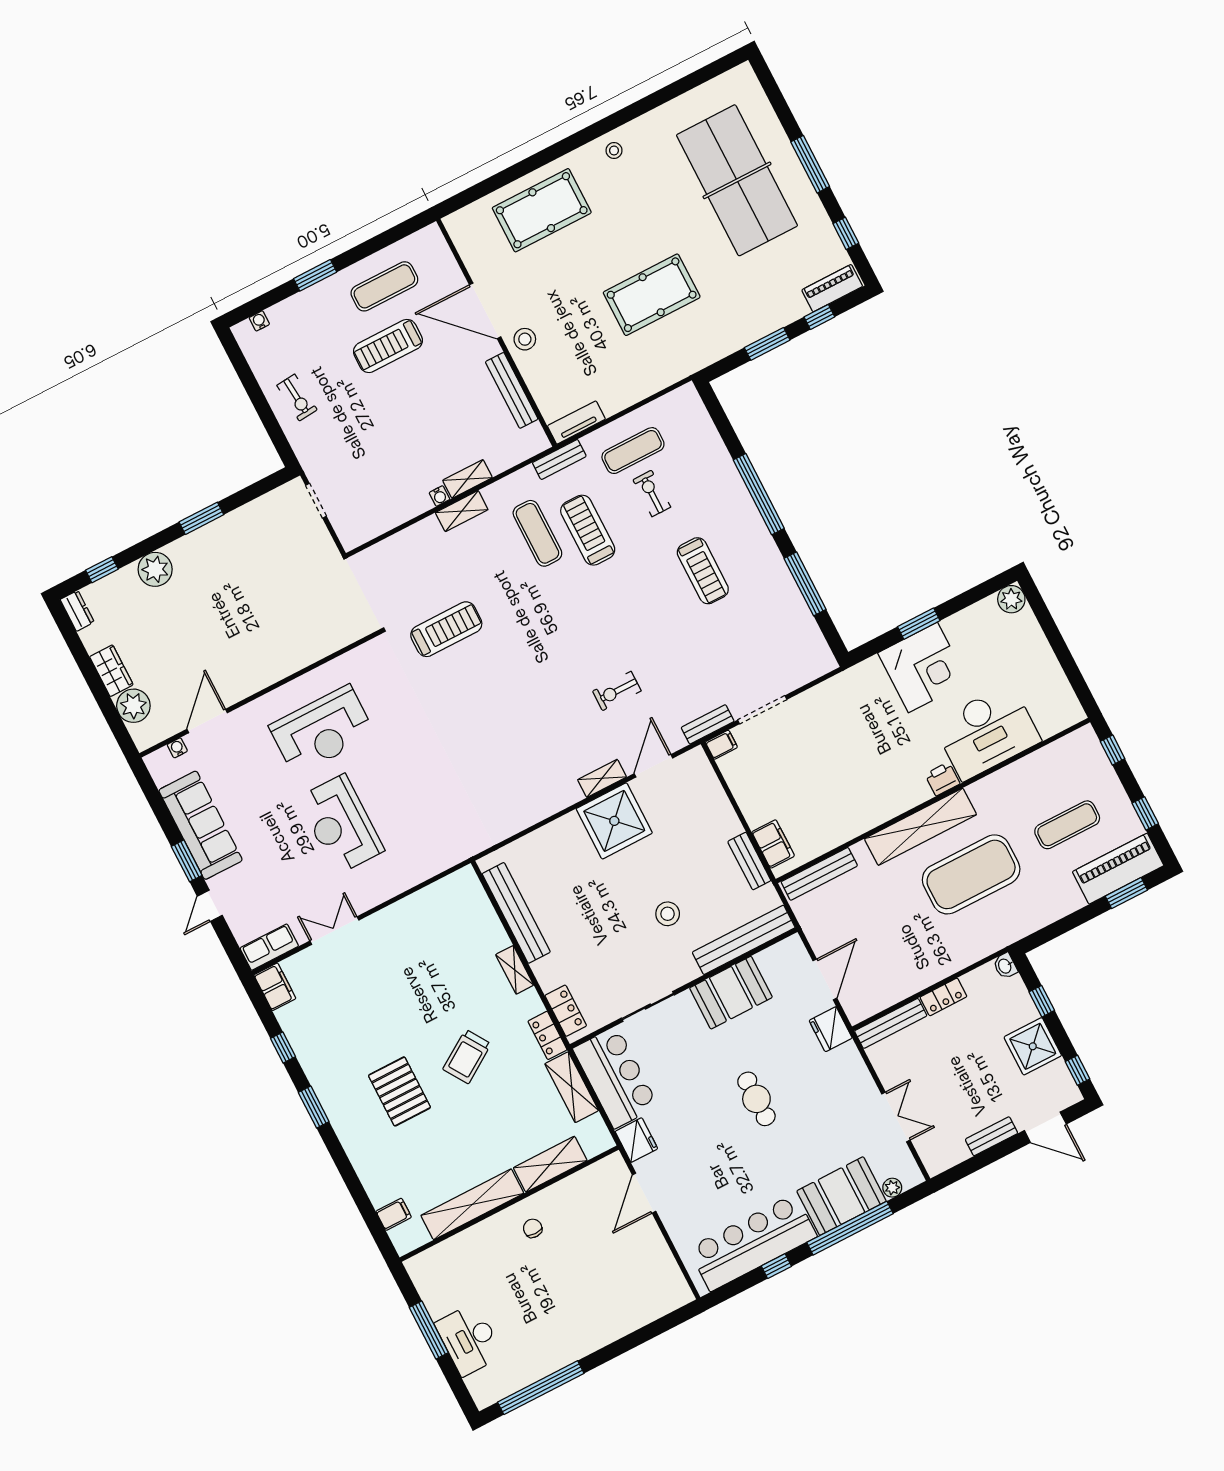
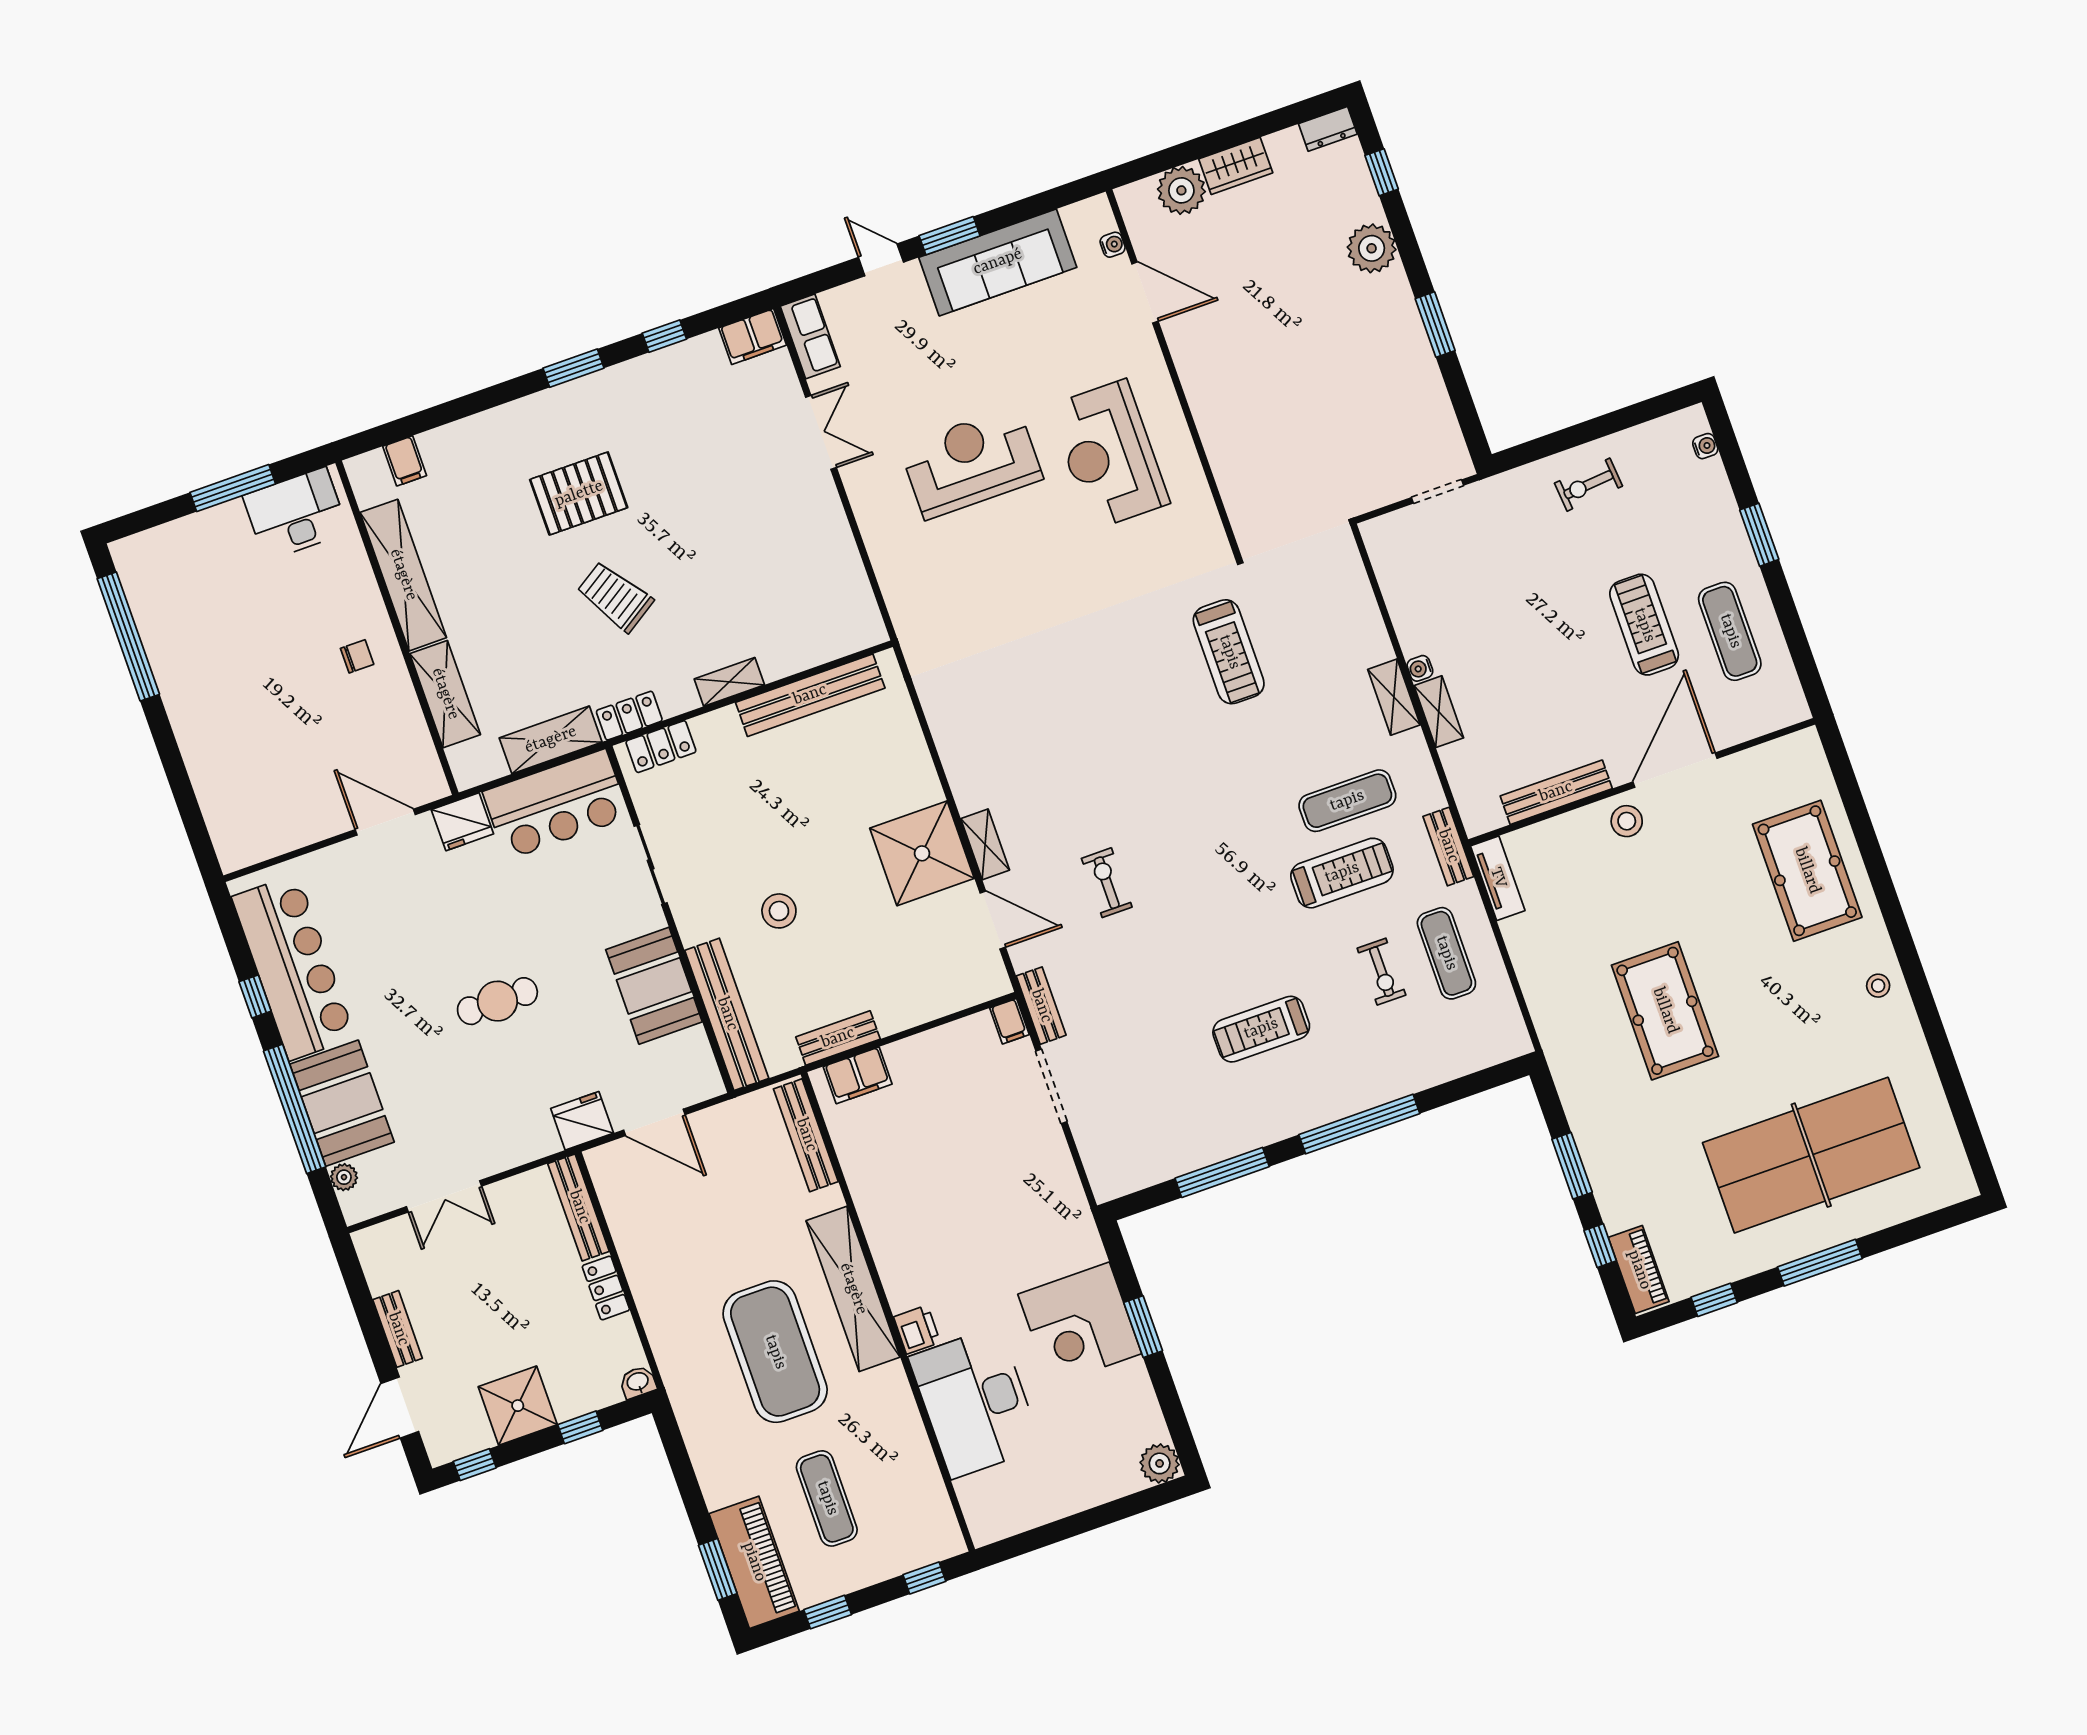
exercise bike: (652, 493) -> (1382, 972), turned 90
desk: (469, 1339) -> (296, 514), moved

